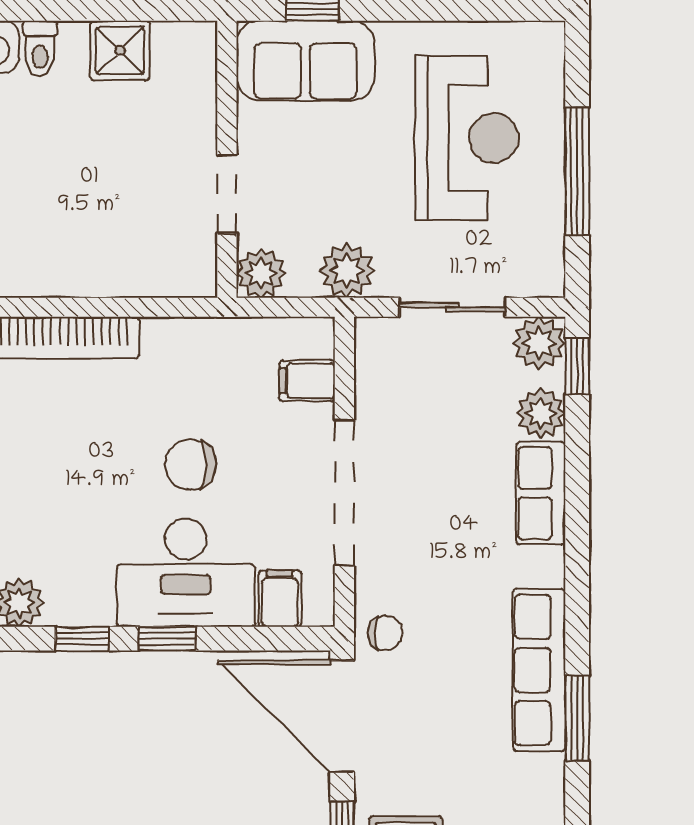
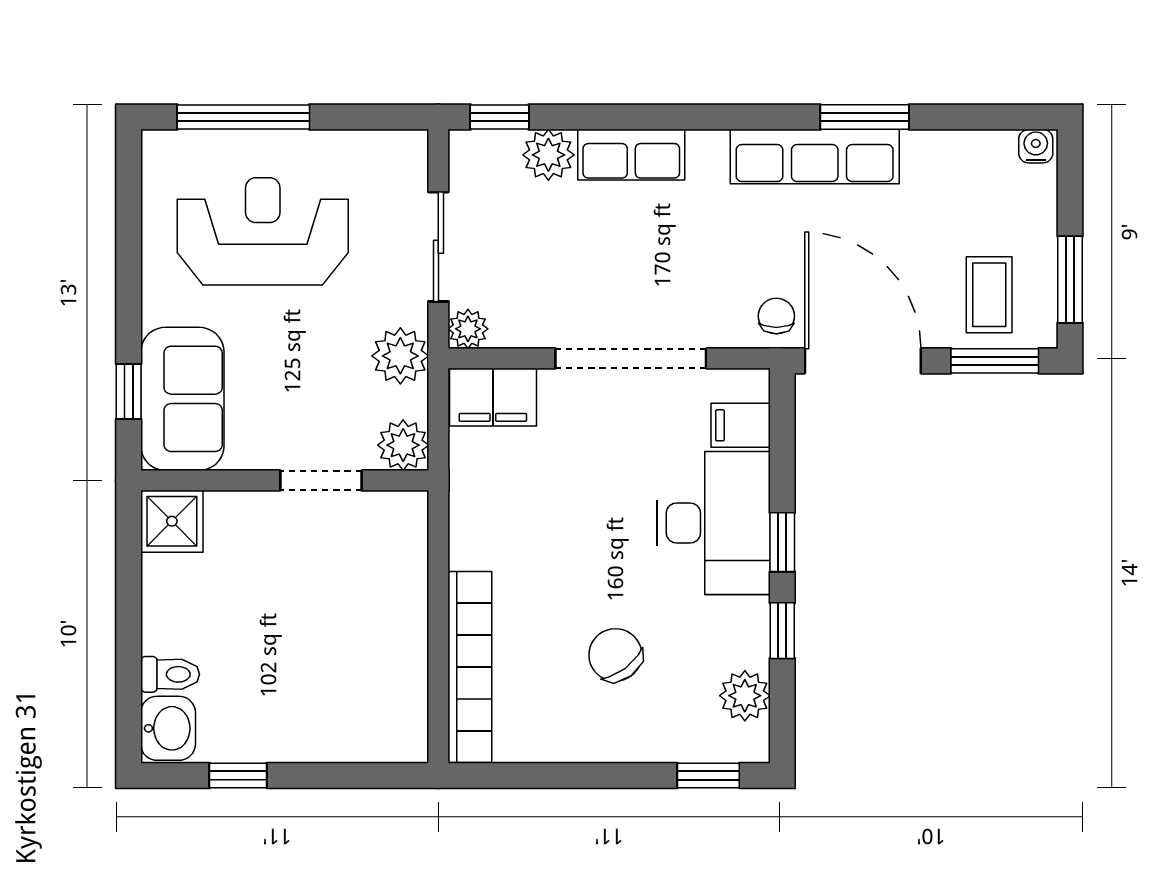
shower: (120, 50) -> (172, 521), moved
window: (577, 171) -> (243, 117), moved
plant: (539, 343) -> (468, 329), moved, width x0.73, depth x0.73
filing cabinet: (307, 381) -> (493, 397), width x2.00
chair: (190, 465) -> (615, 655), moved, turned 143
door: (342, 716) -> (863, 361), swing flipped

